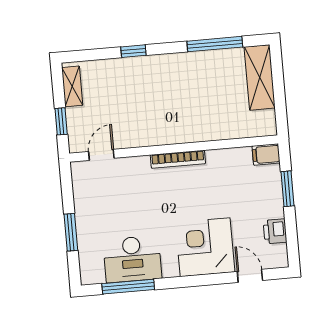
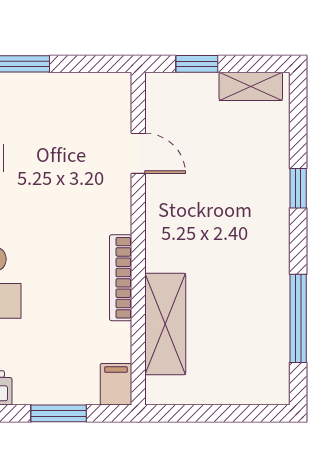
shelving: (260, 77) -> (165, 324), moved, turned 90
door: (101, 155) -> (138, 153), moved
bookcase: (178, 159) -> (121, 278), moved

